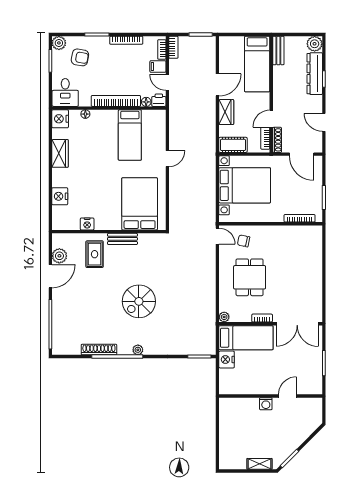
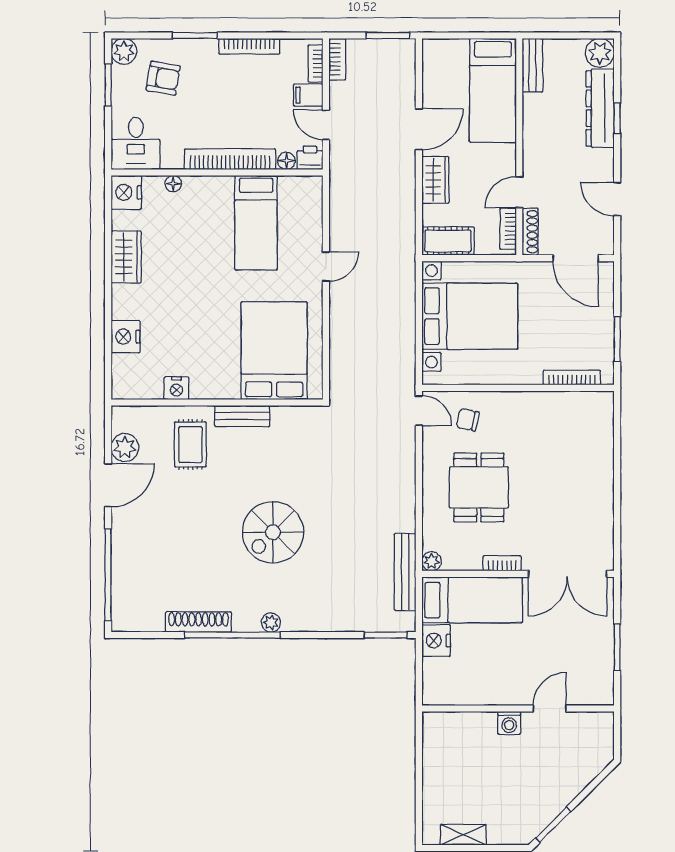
bench: (210, 323) -> (405, 572), added
shelving: (259, 464) -> (463, 835), moved

